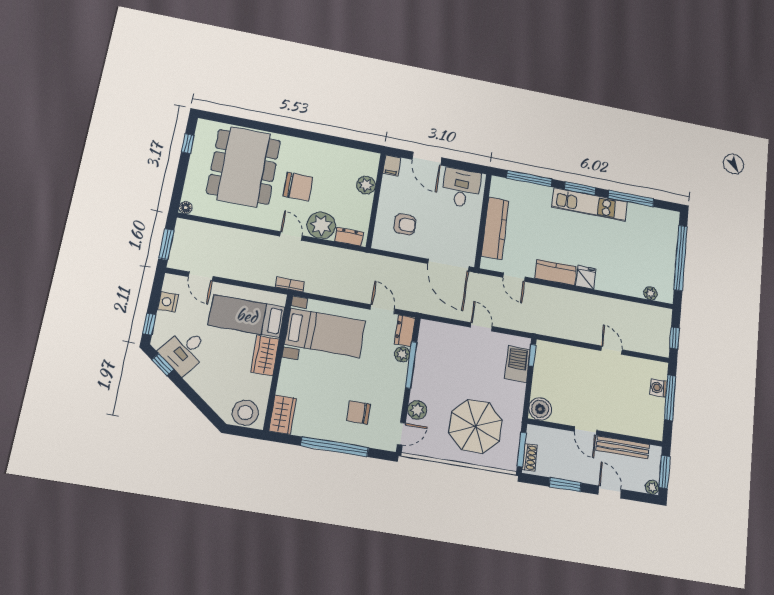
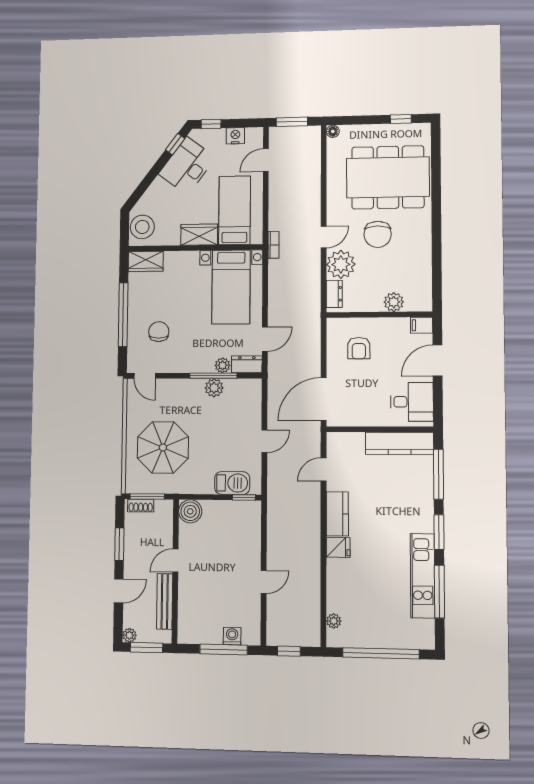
kitchen unit: (590, 204) -> (423, 576), moved
kitchen counter: (495, 228) -> (399, 443), moved
desk: (184, 351) -> (187, 166), width x1.37
plant: (417, 410) -> (214, 388), moved

